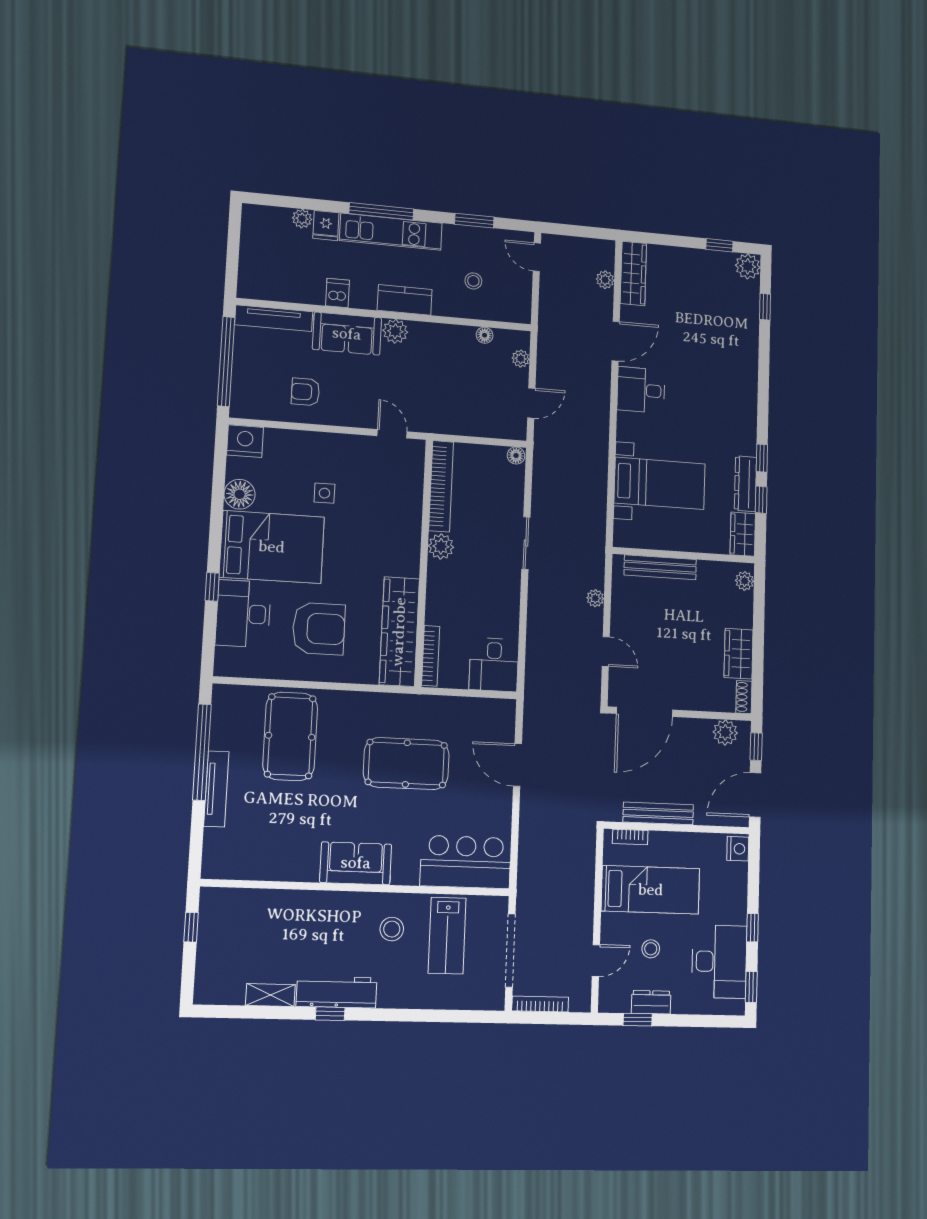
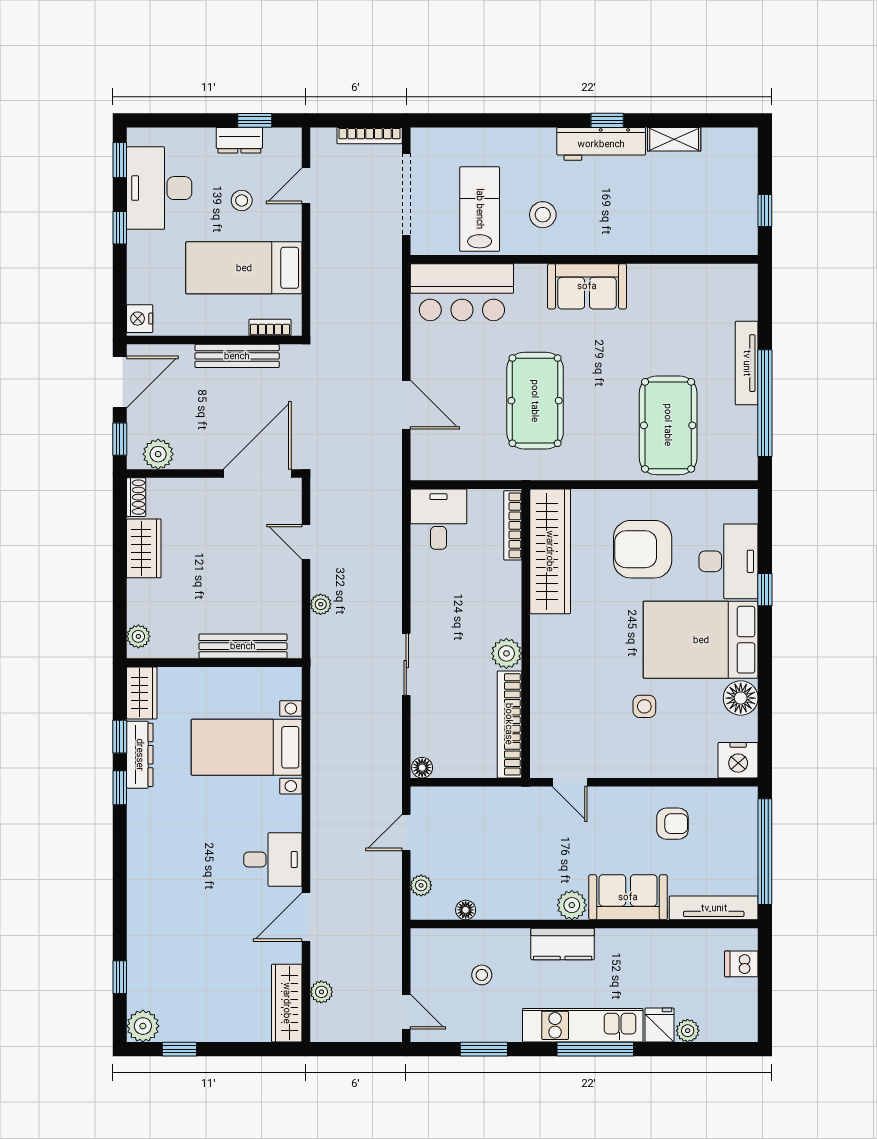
dishwasher: (337, 293) -> (741, 964), moved, turned 90
pool table: (406, 764) -> (535, 401), turned 90

